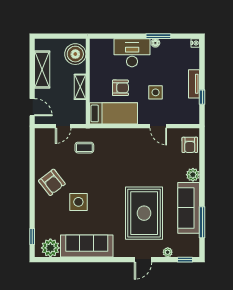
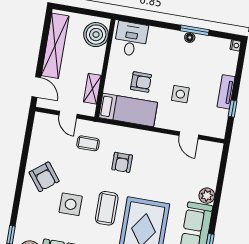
desk: (132, 53) -> (131, 39), moved, width x0.73
shelving: (42, 69) -> (55, 46), width x1.47
shelving: (80, 87) -> (92, 89), moved
door: (63, 126) -> (68, 115), hinge flipped
door: (158, 126) -> (189, 135), moved
armchair: (190, 145) -> (122, 162), moved
coffee table: (110, 200) -> (107, 208), added

